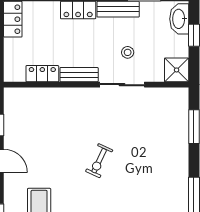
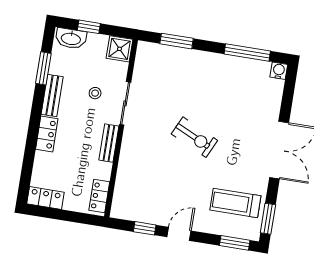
locker: (42, 74) -> (99, 196), moved
exercise bike: (99, 161) -> (194, 137), width x1.38, depth x1.39

